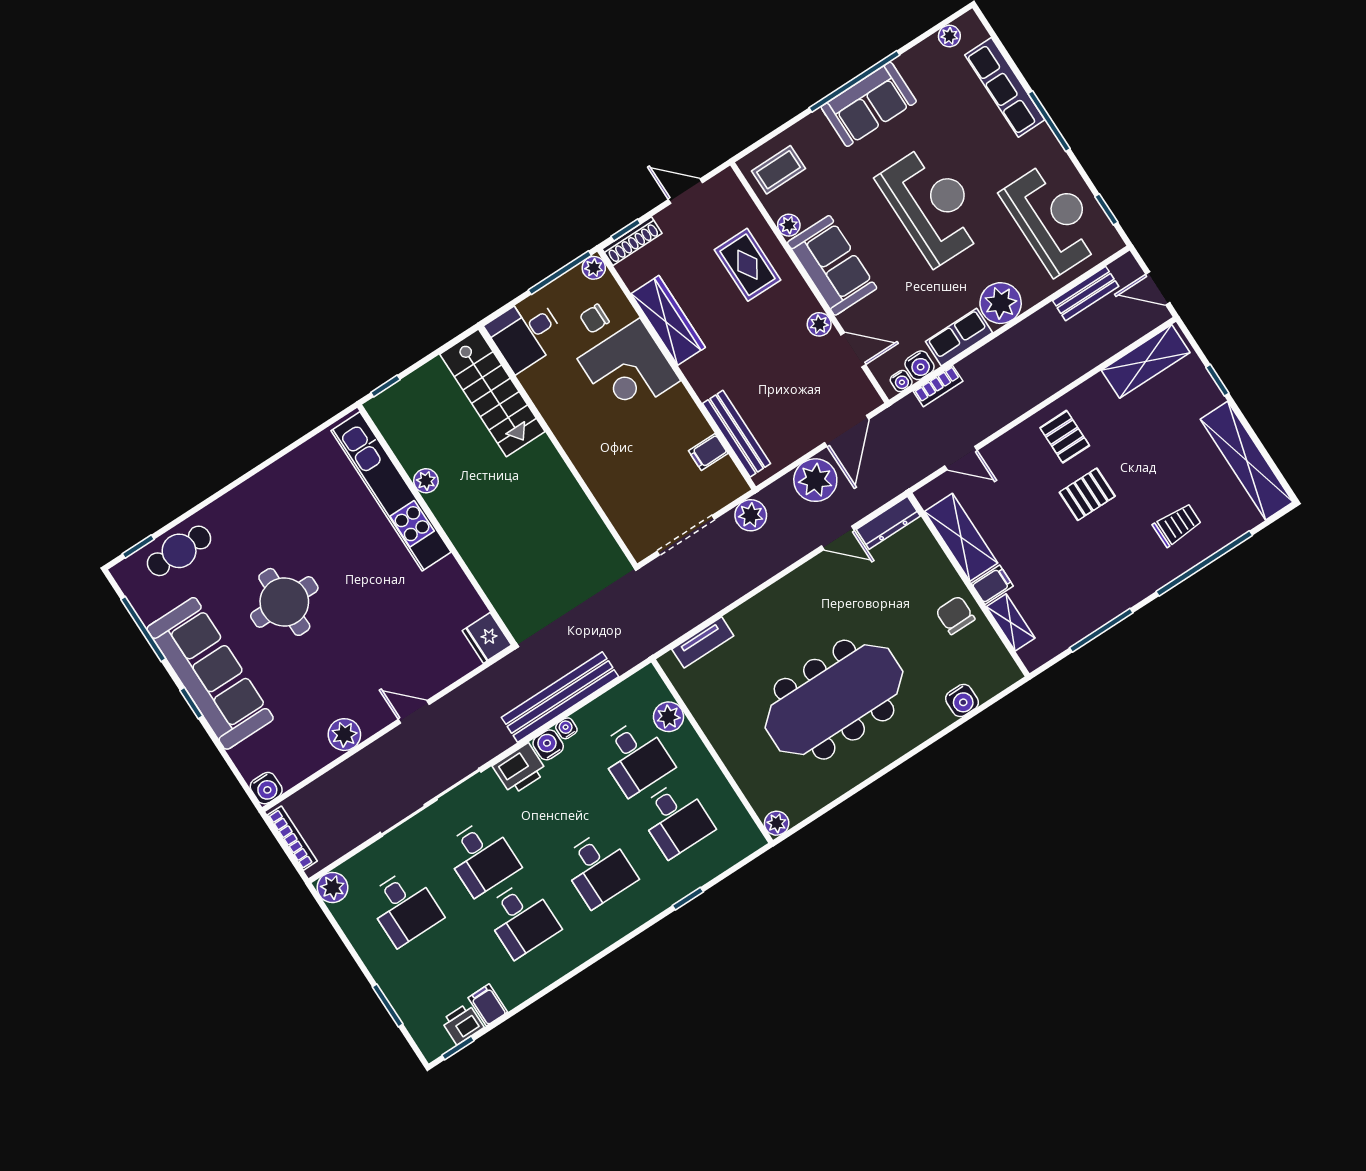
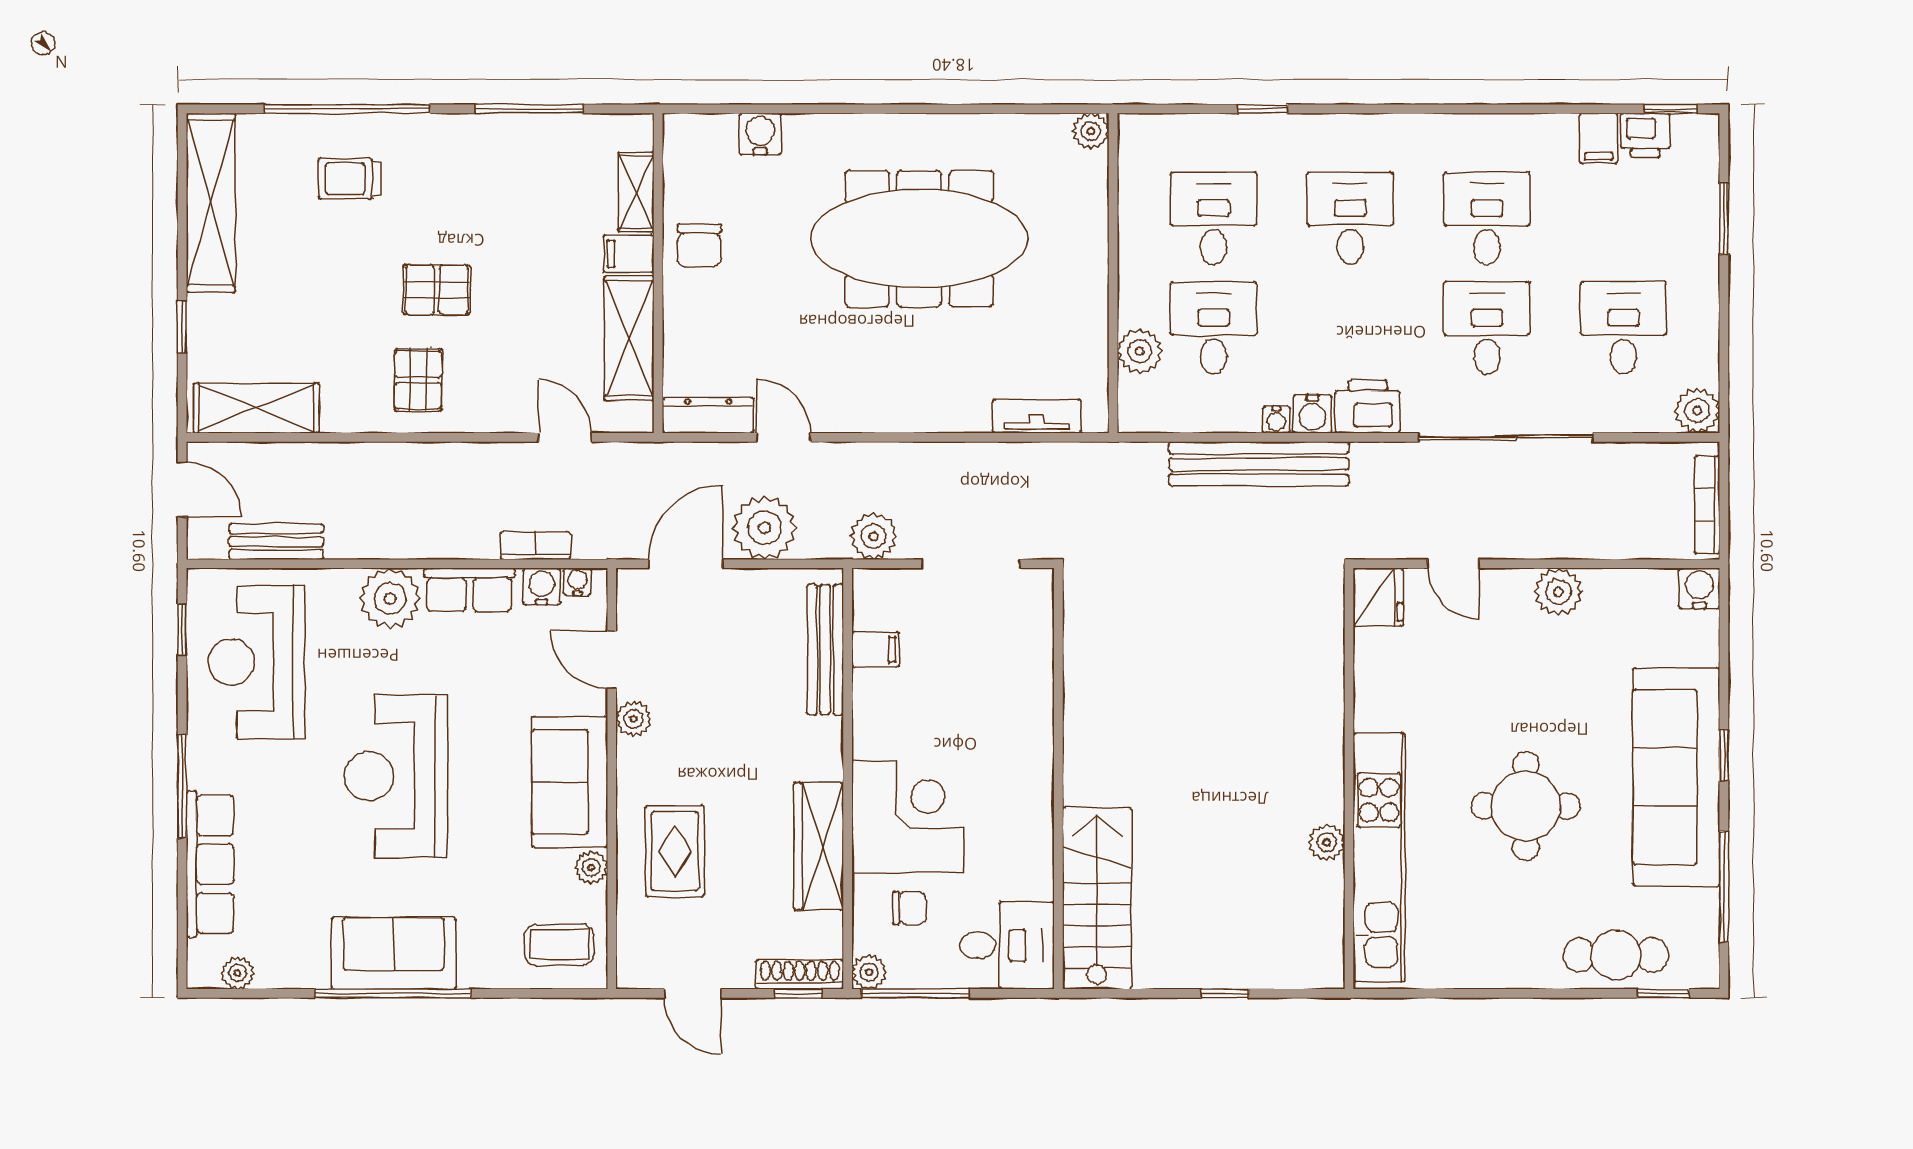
plant: (426, 481) -> (1327, 842), moved
kitchen unit: (391, 491) -> (1379, 857), moved
wall: (437, 525) -> (1349, 779), moved
fridge: (487, 638) -> (1378, 597), moved

